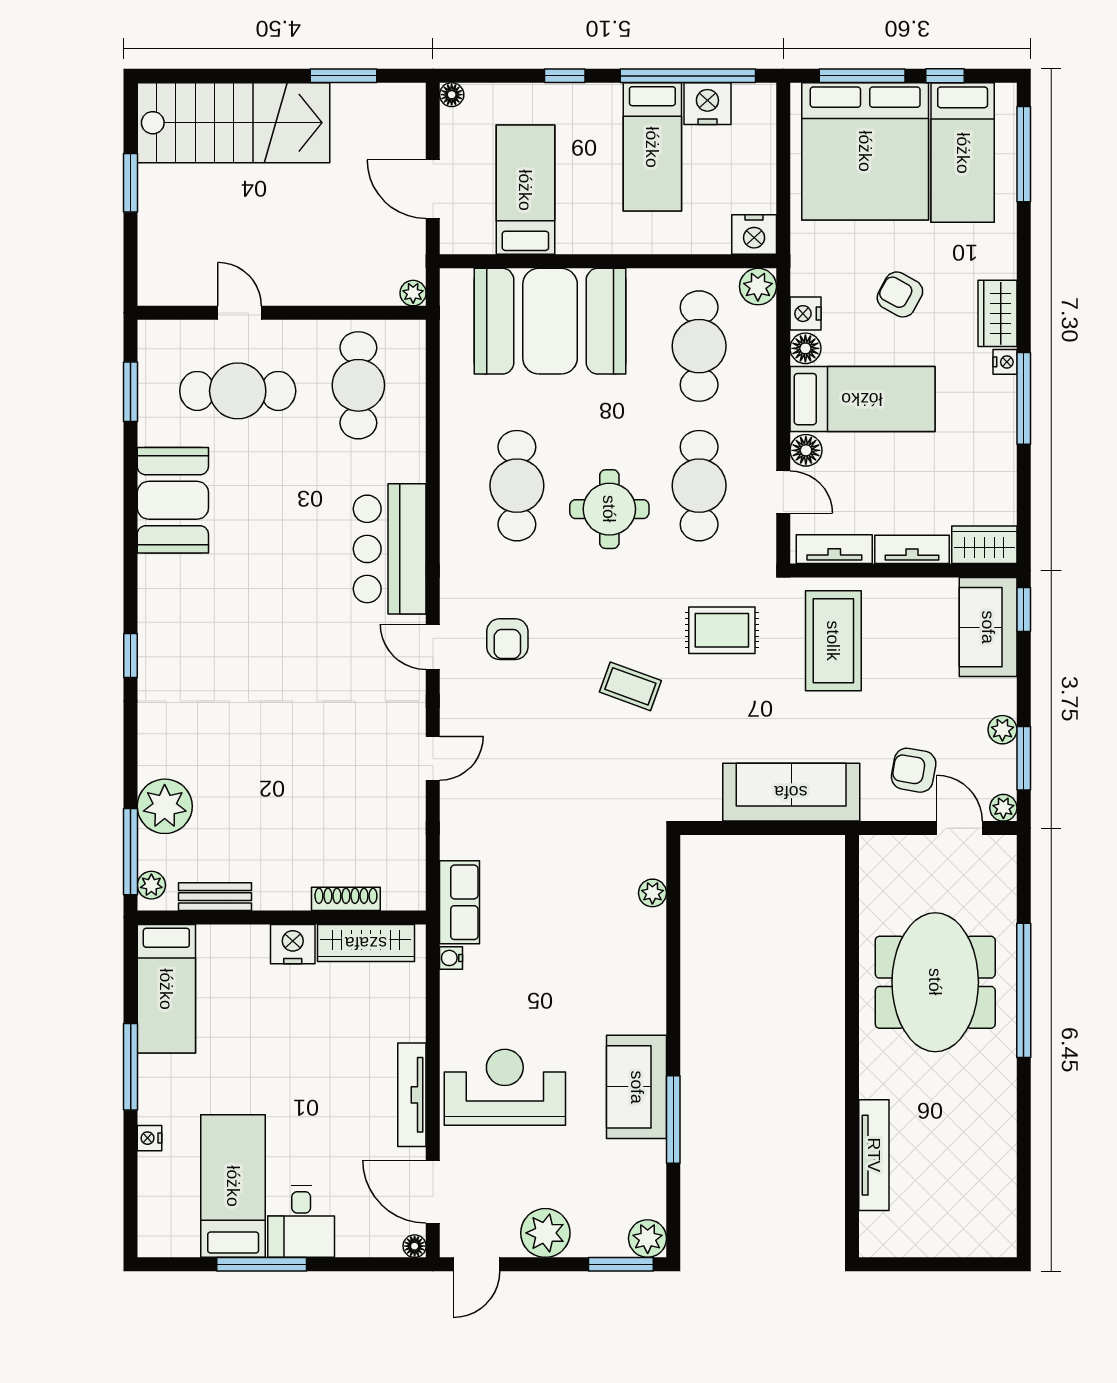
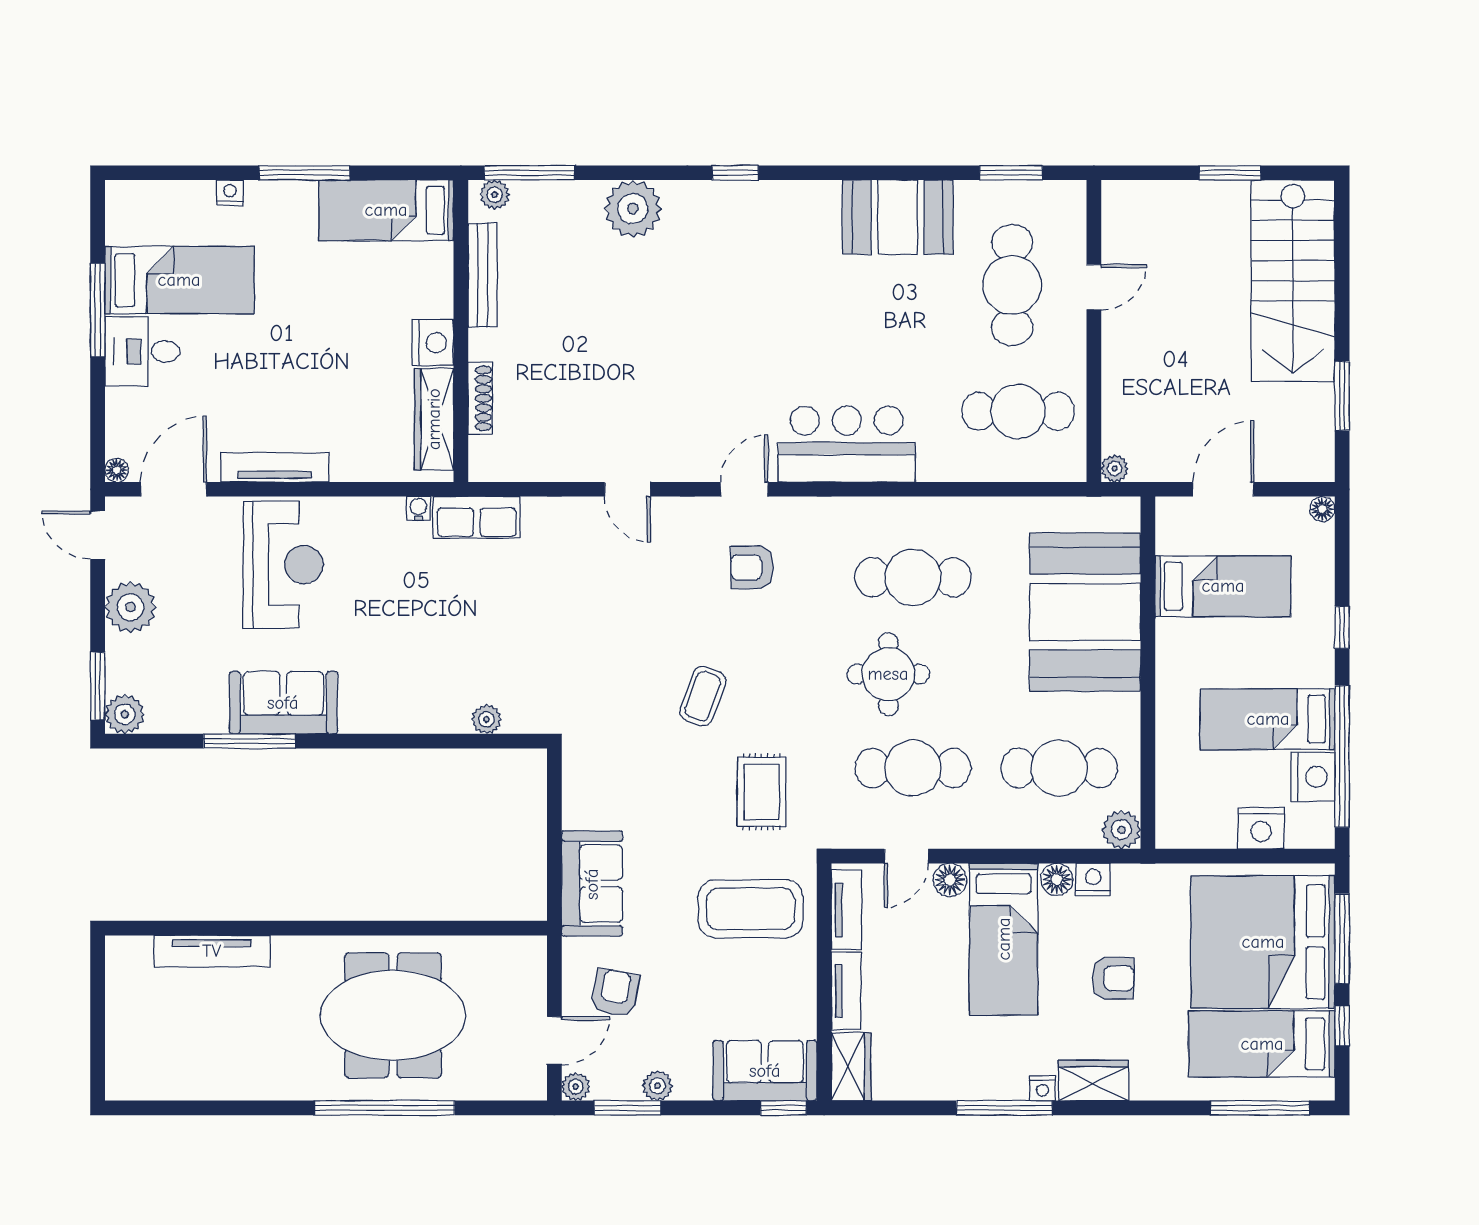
nightstand: (754, 234) -> (1261, 828), moved, turned -90
armchair: (900, 294) -> (1113, 978), turned 61
sofa: (791, 792) -> (592, 884), width x0.73
plant: (165, 806) -> (633, 209), moved
bench: (215, 897) -> (483, 275), width x1.36

